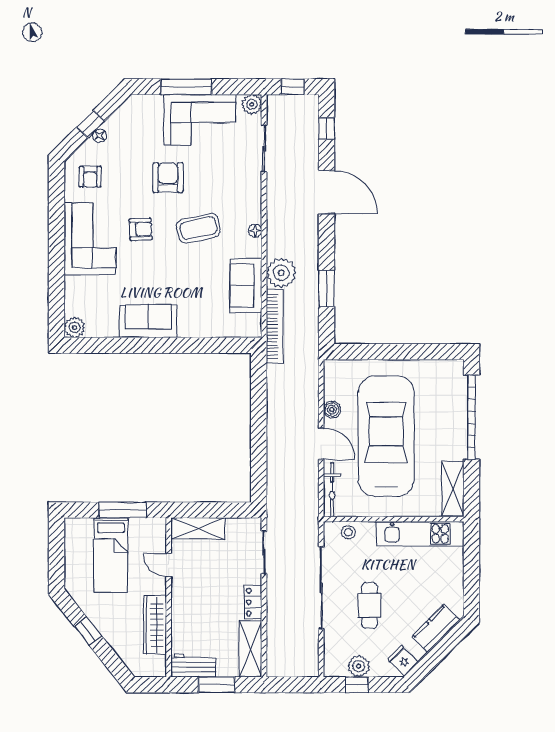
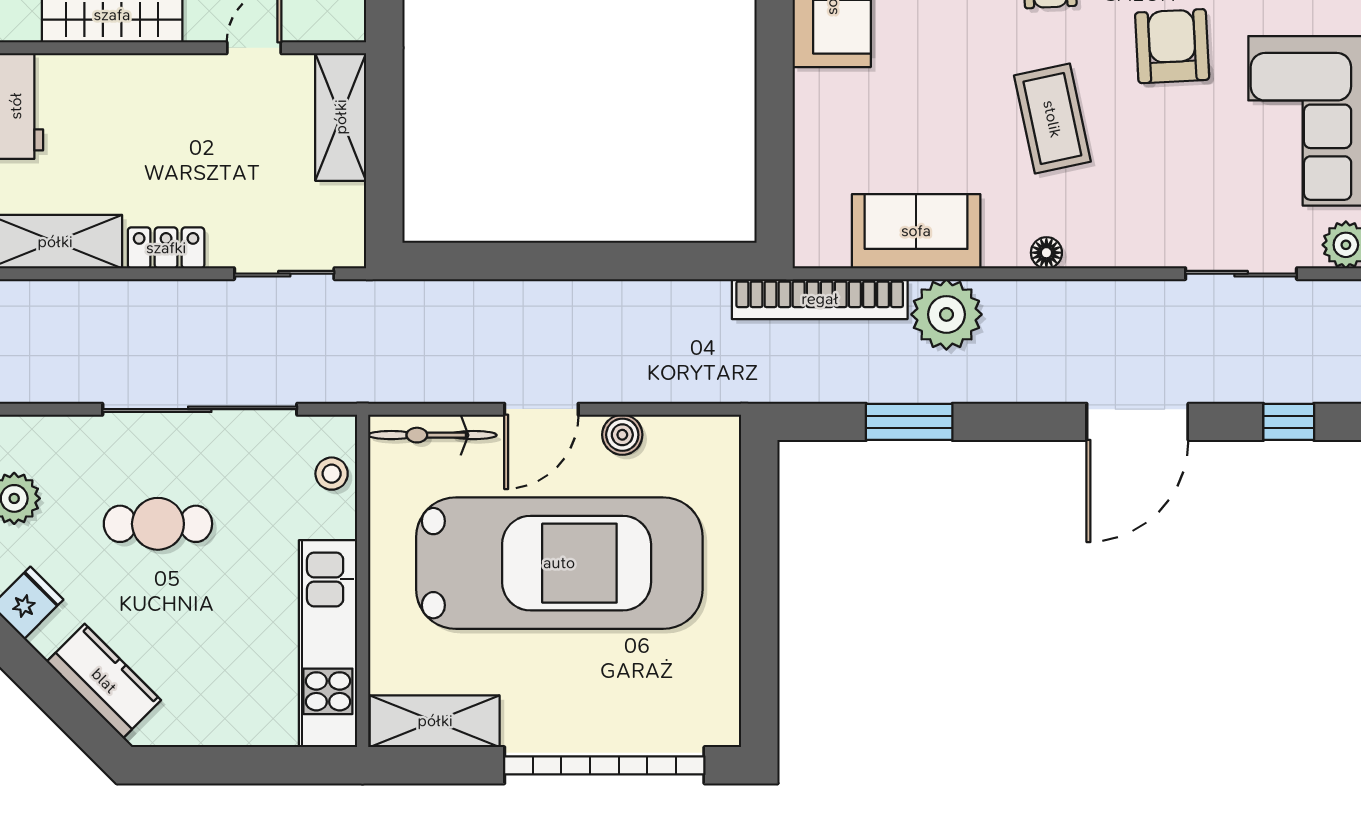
armchair: (168, 178) -> (1172, 46), turned -93

